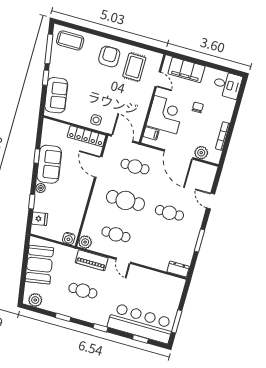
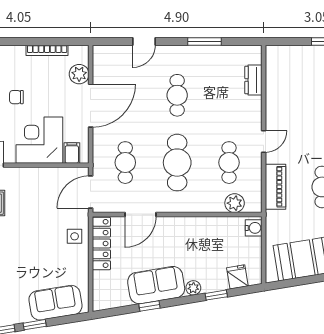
plant: (85, 242) -> (235, 203), moved
dresser: (178, 269) -> (253, 80), moved

